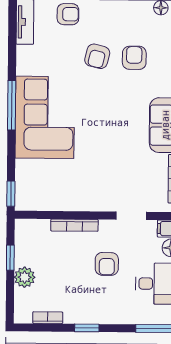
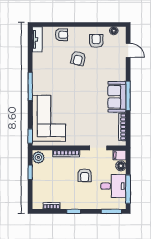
armchair: (134, 58) -> (96, 41), moved
corner sofa: (45, 117) -> (49, 118), moved
plant: (25, 277) -> (38, 157), moved

